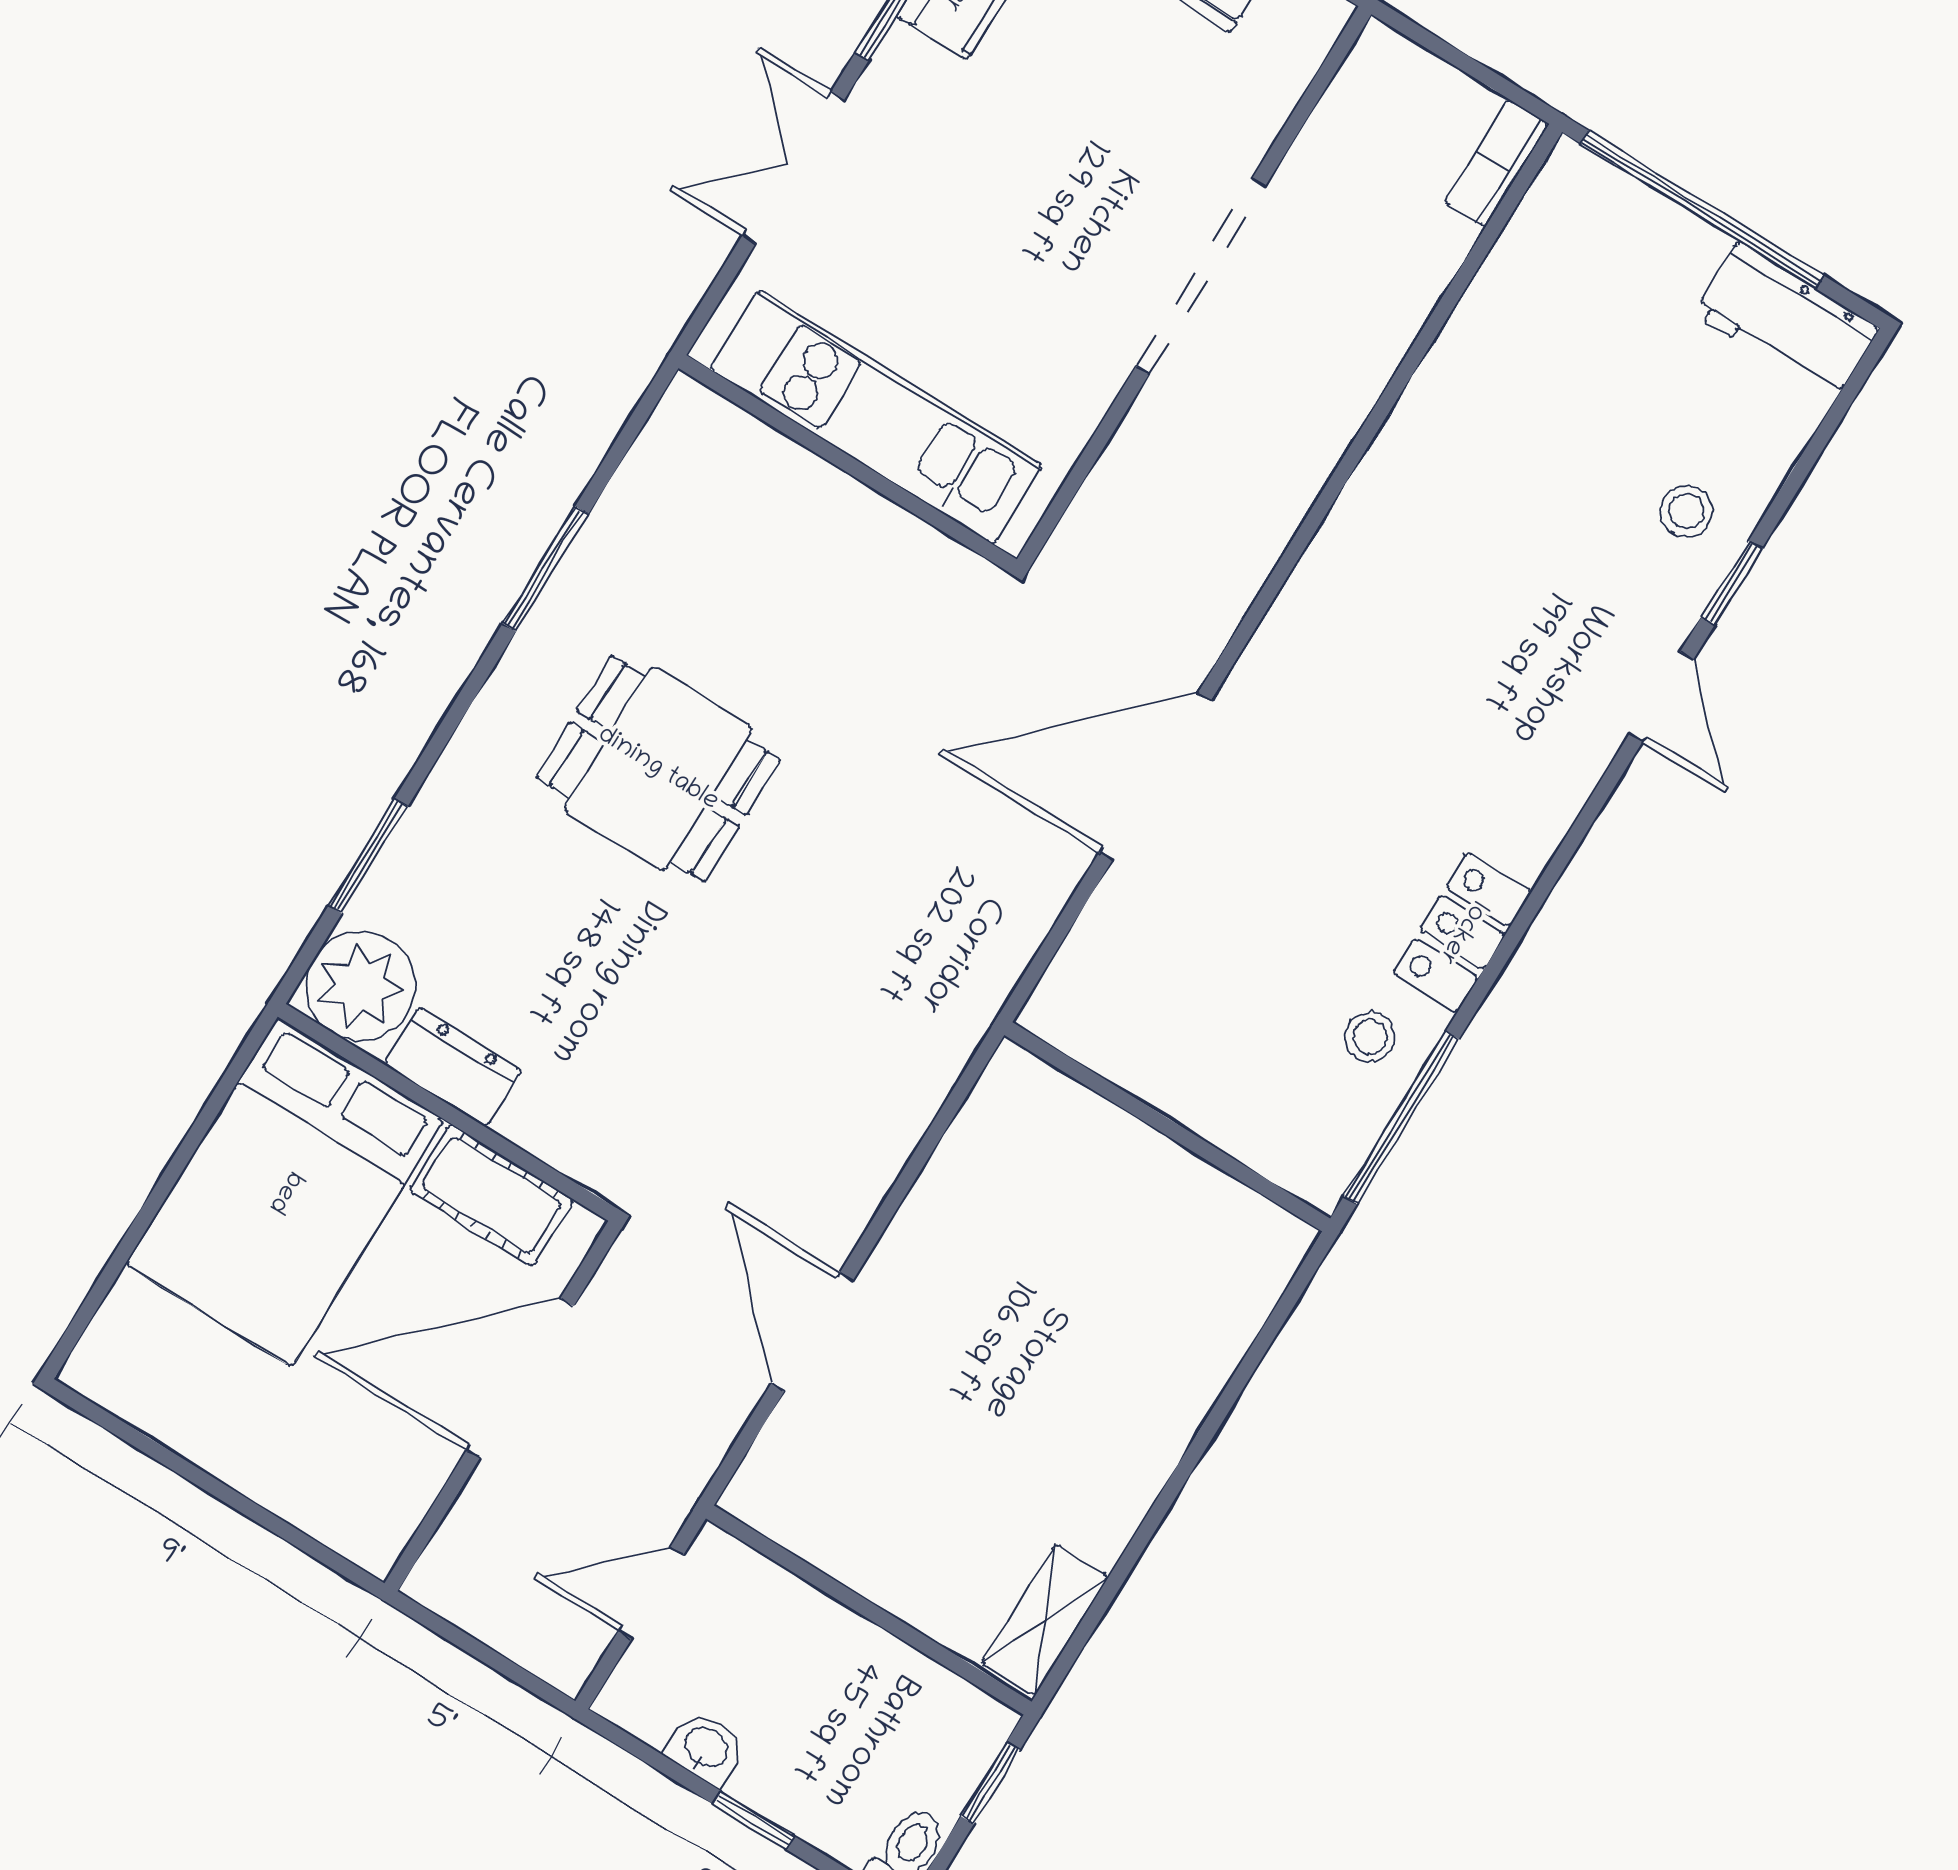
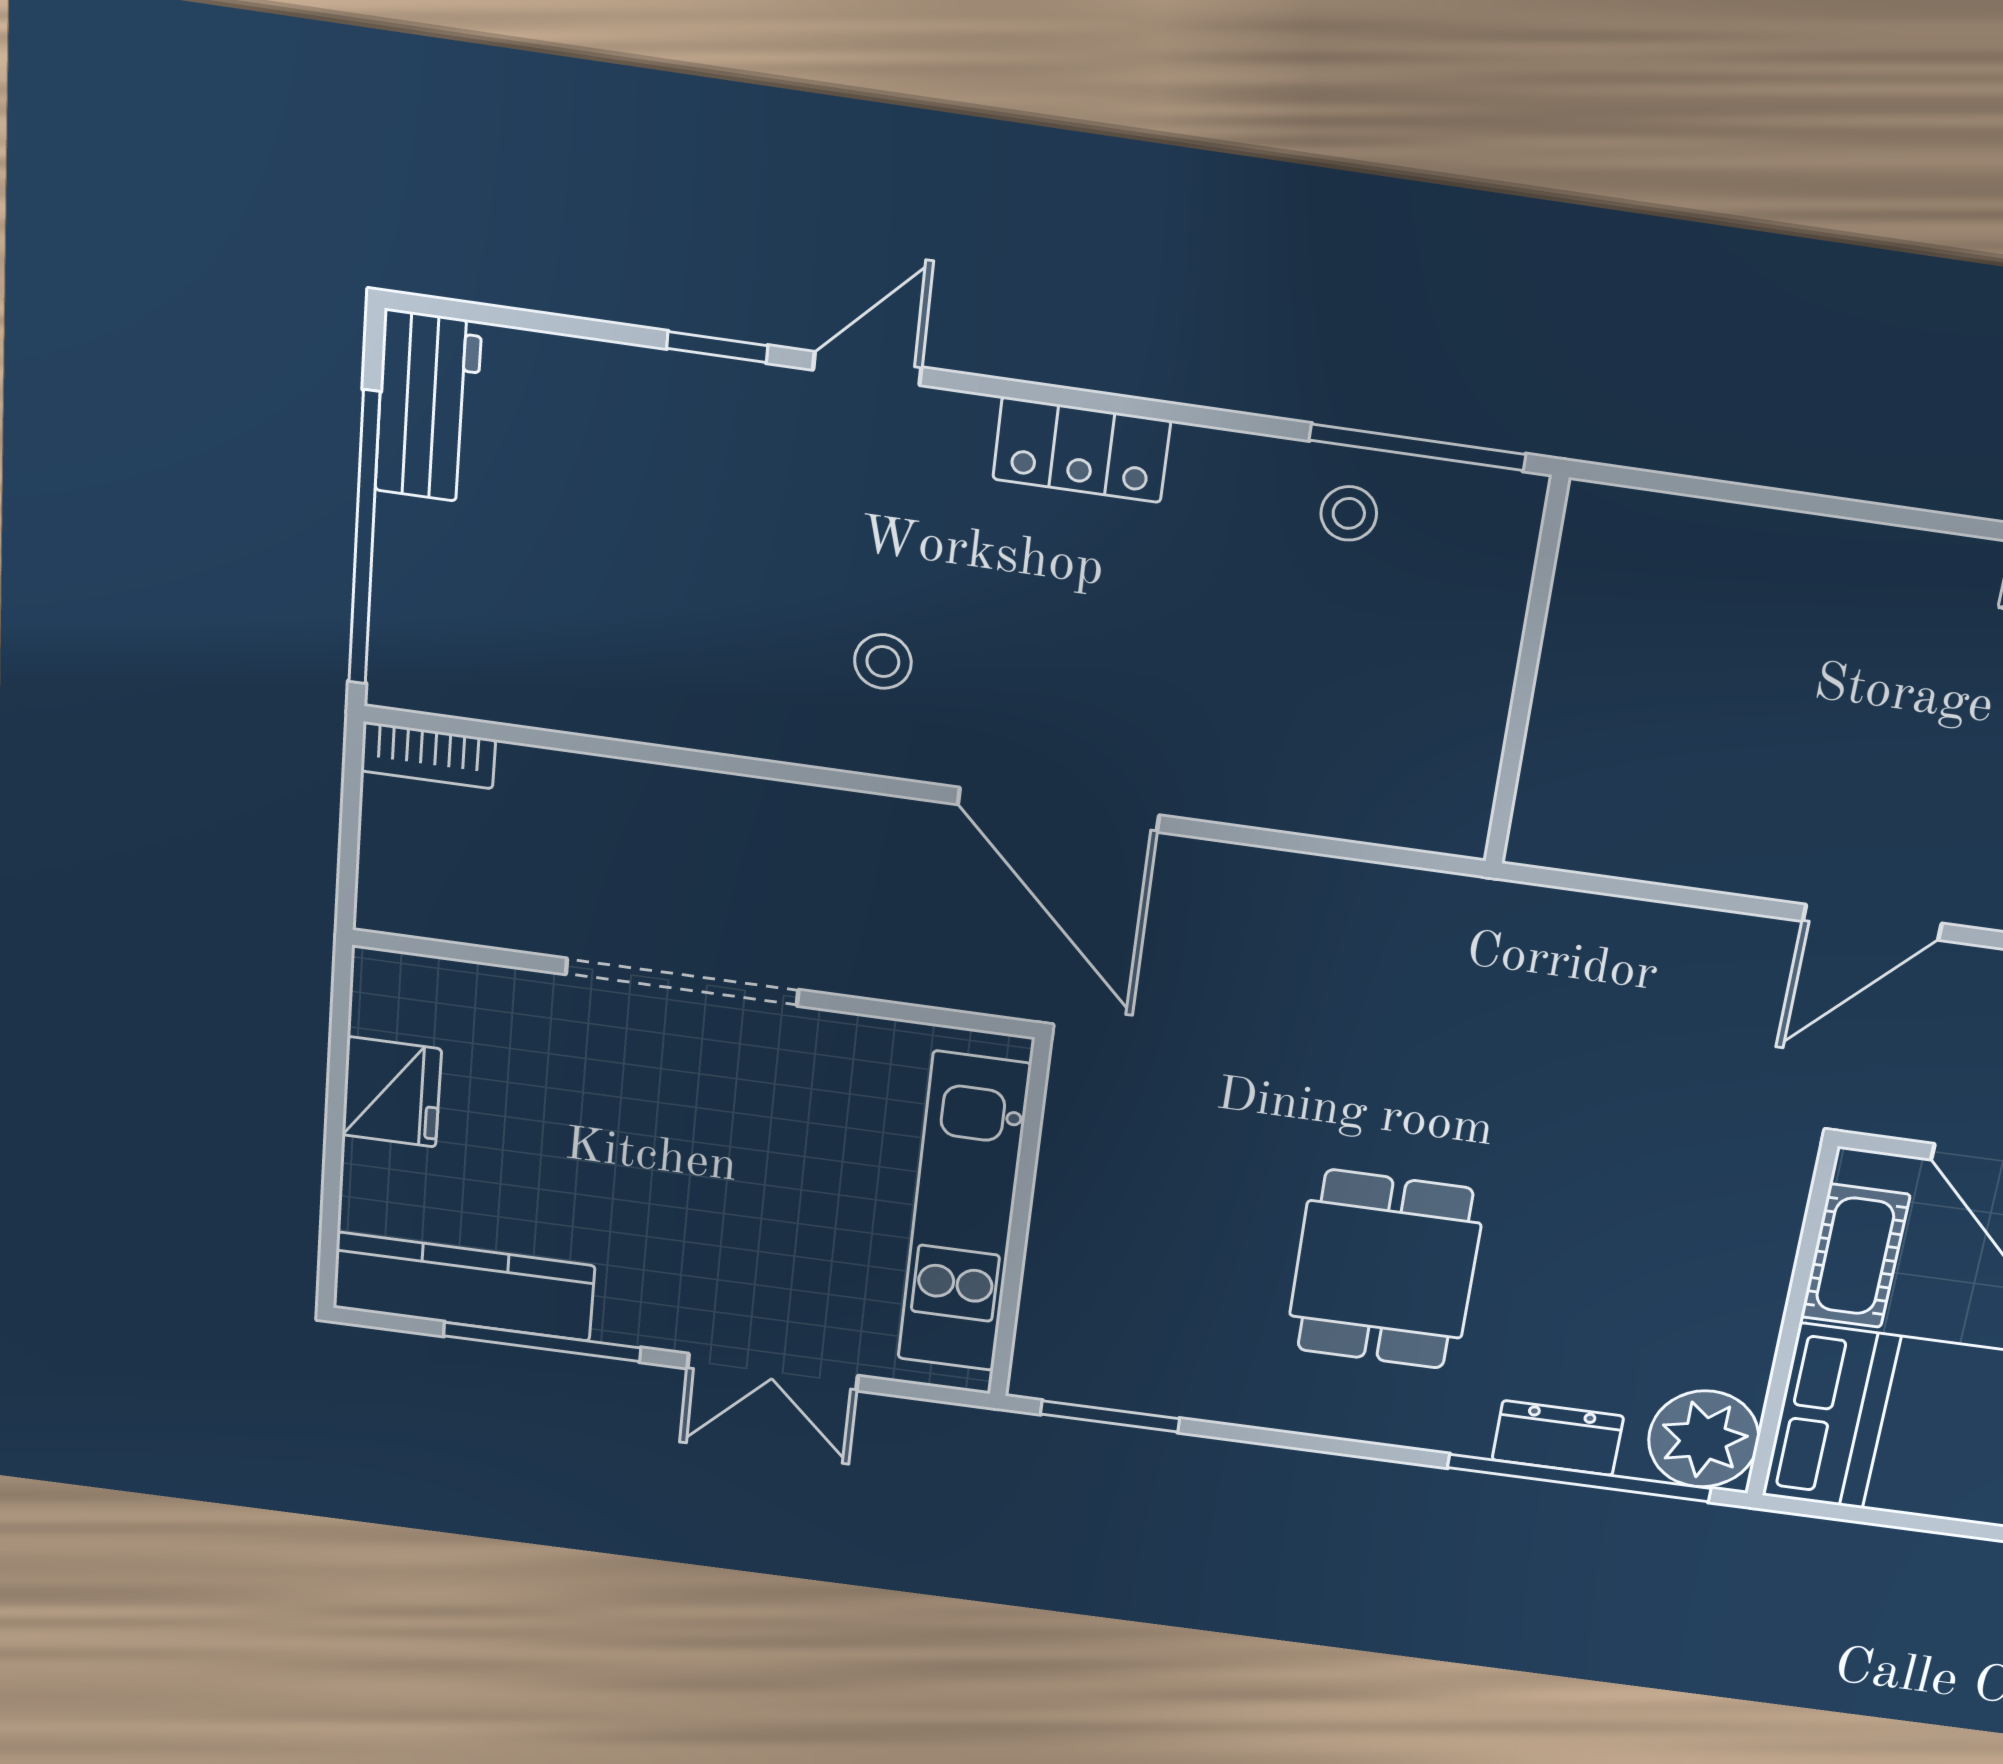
stool: (1687, 511) -> (883, 661), moved
window: (545, 569) -> (1110, 1416), moved
door: (1155, 776) -> (1058, 810), moved
window: (368, 856) -> (1579, 1478), width x2.11
locker: (1462, 932) -> (1082, 450), moved
dresser: (453, 1067) -> (1558, 1438), moved, turned 90

